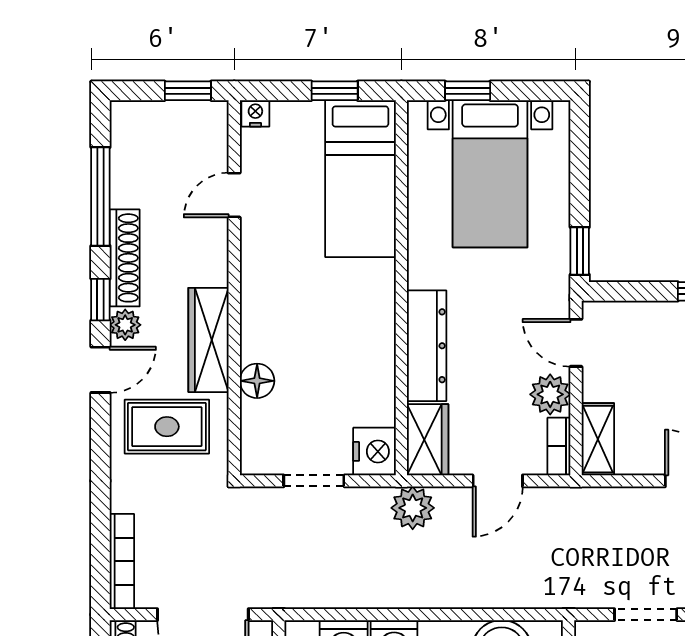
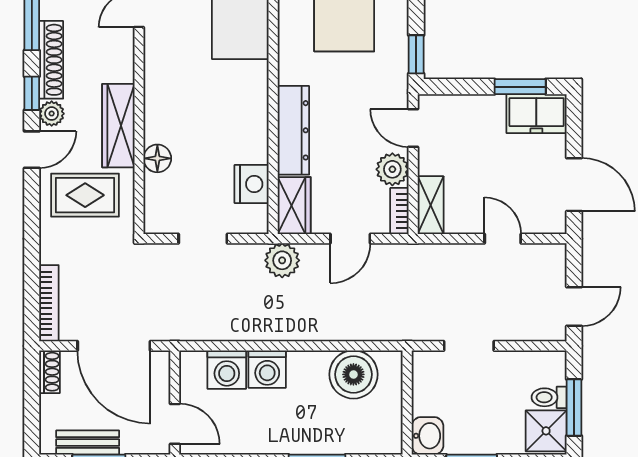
nightstand: (374, 451) -> (251, 184), moved

